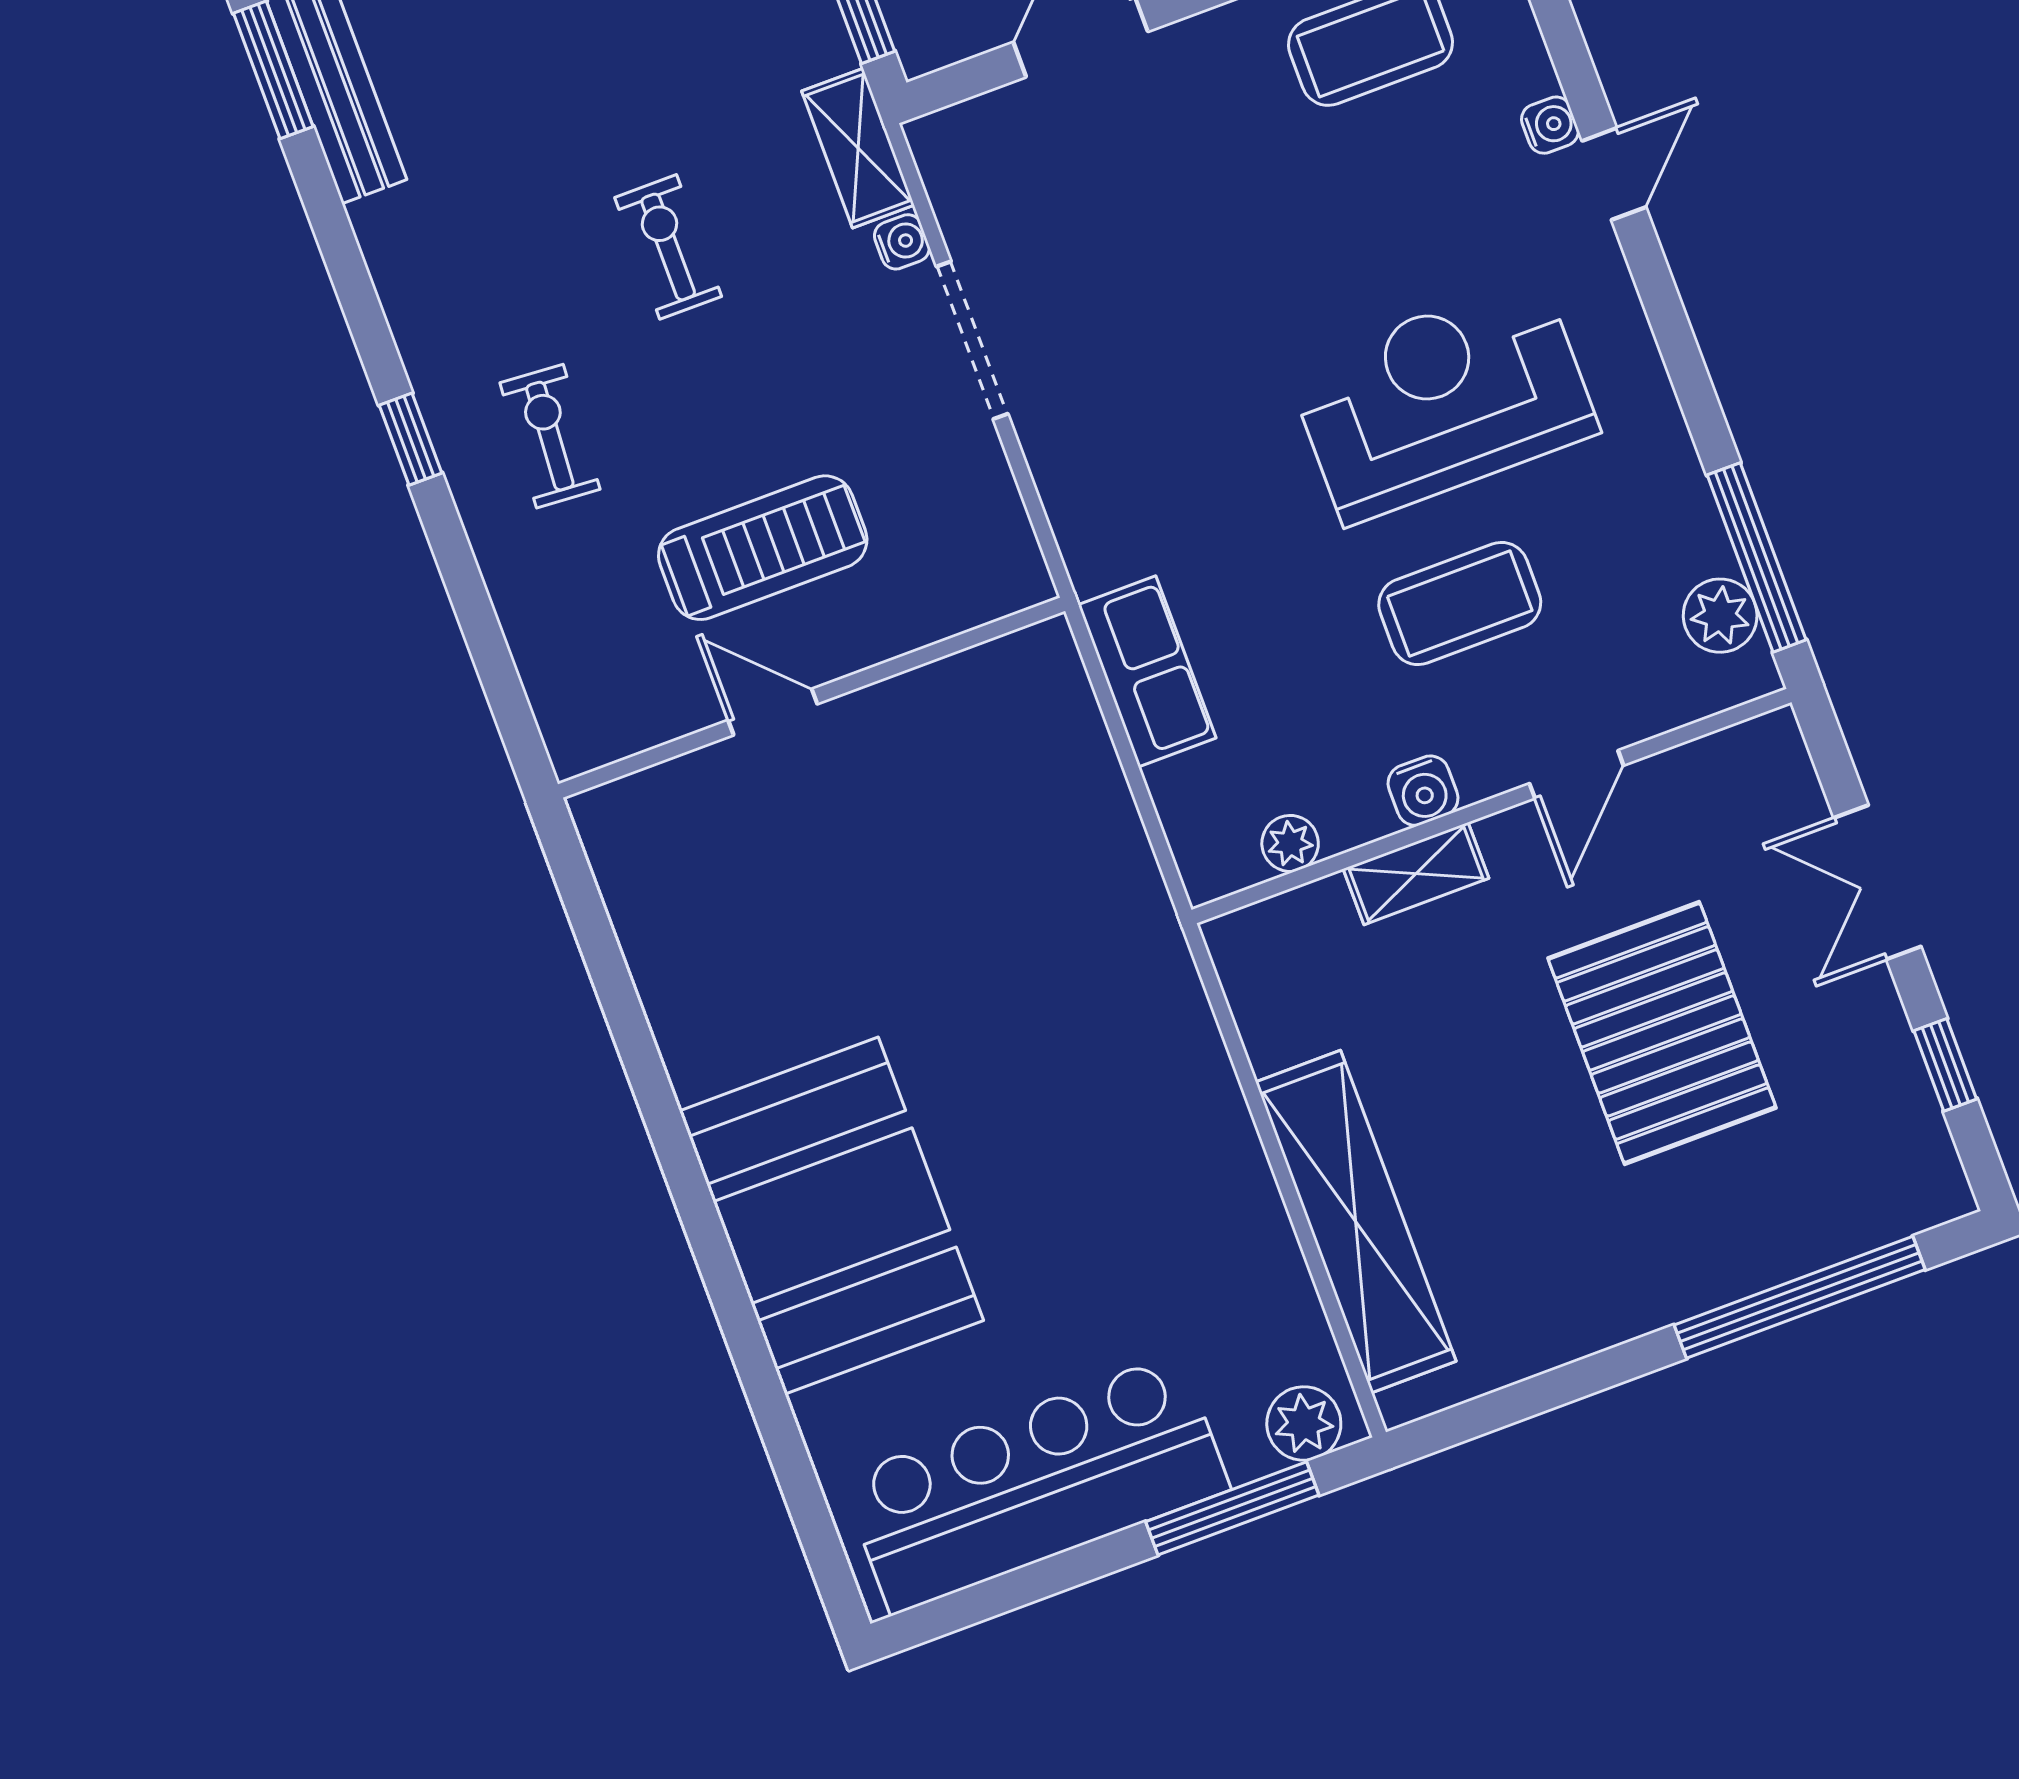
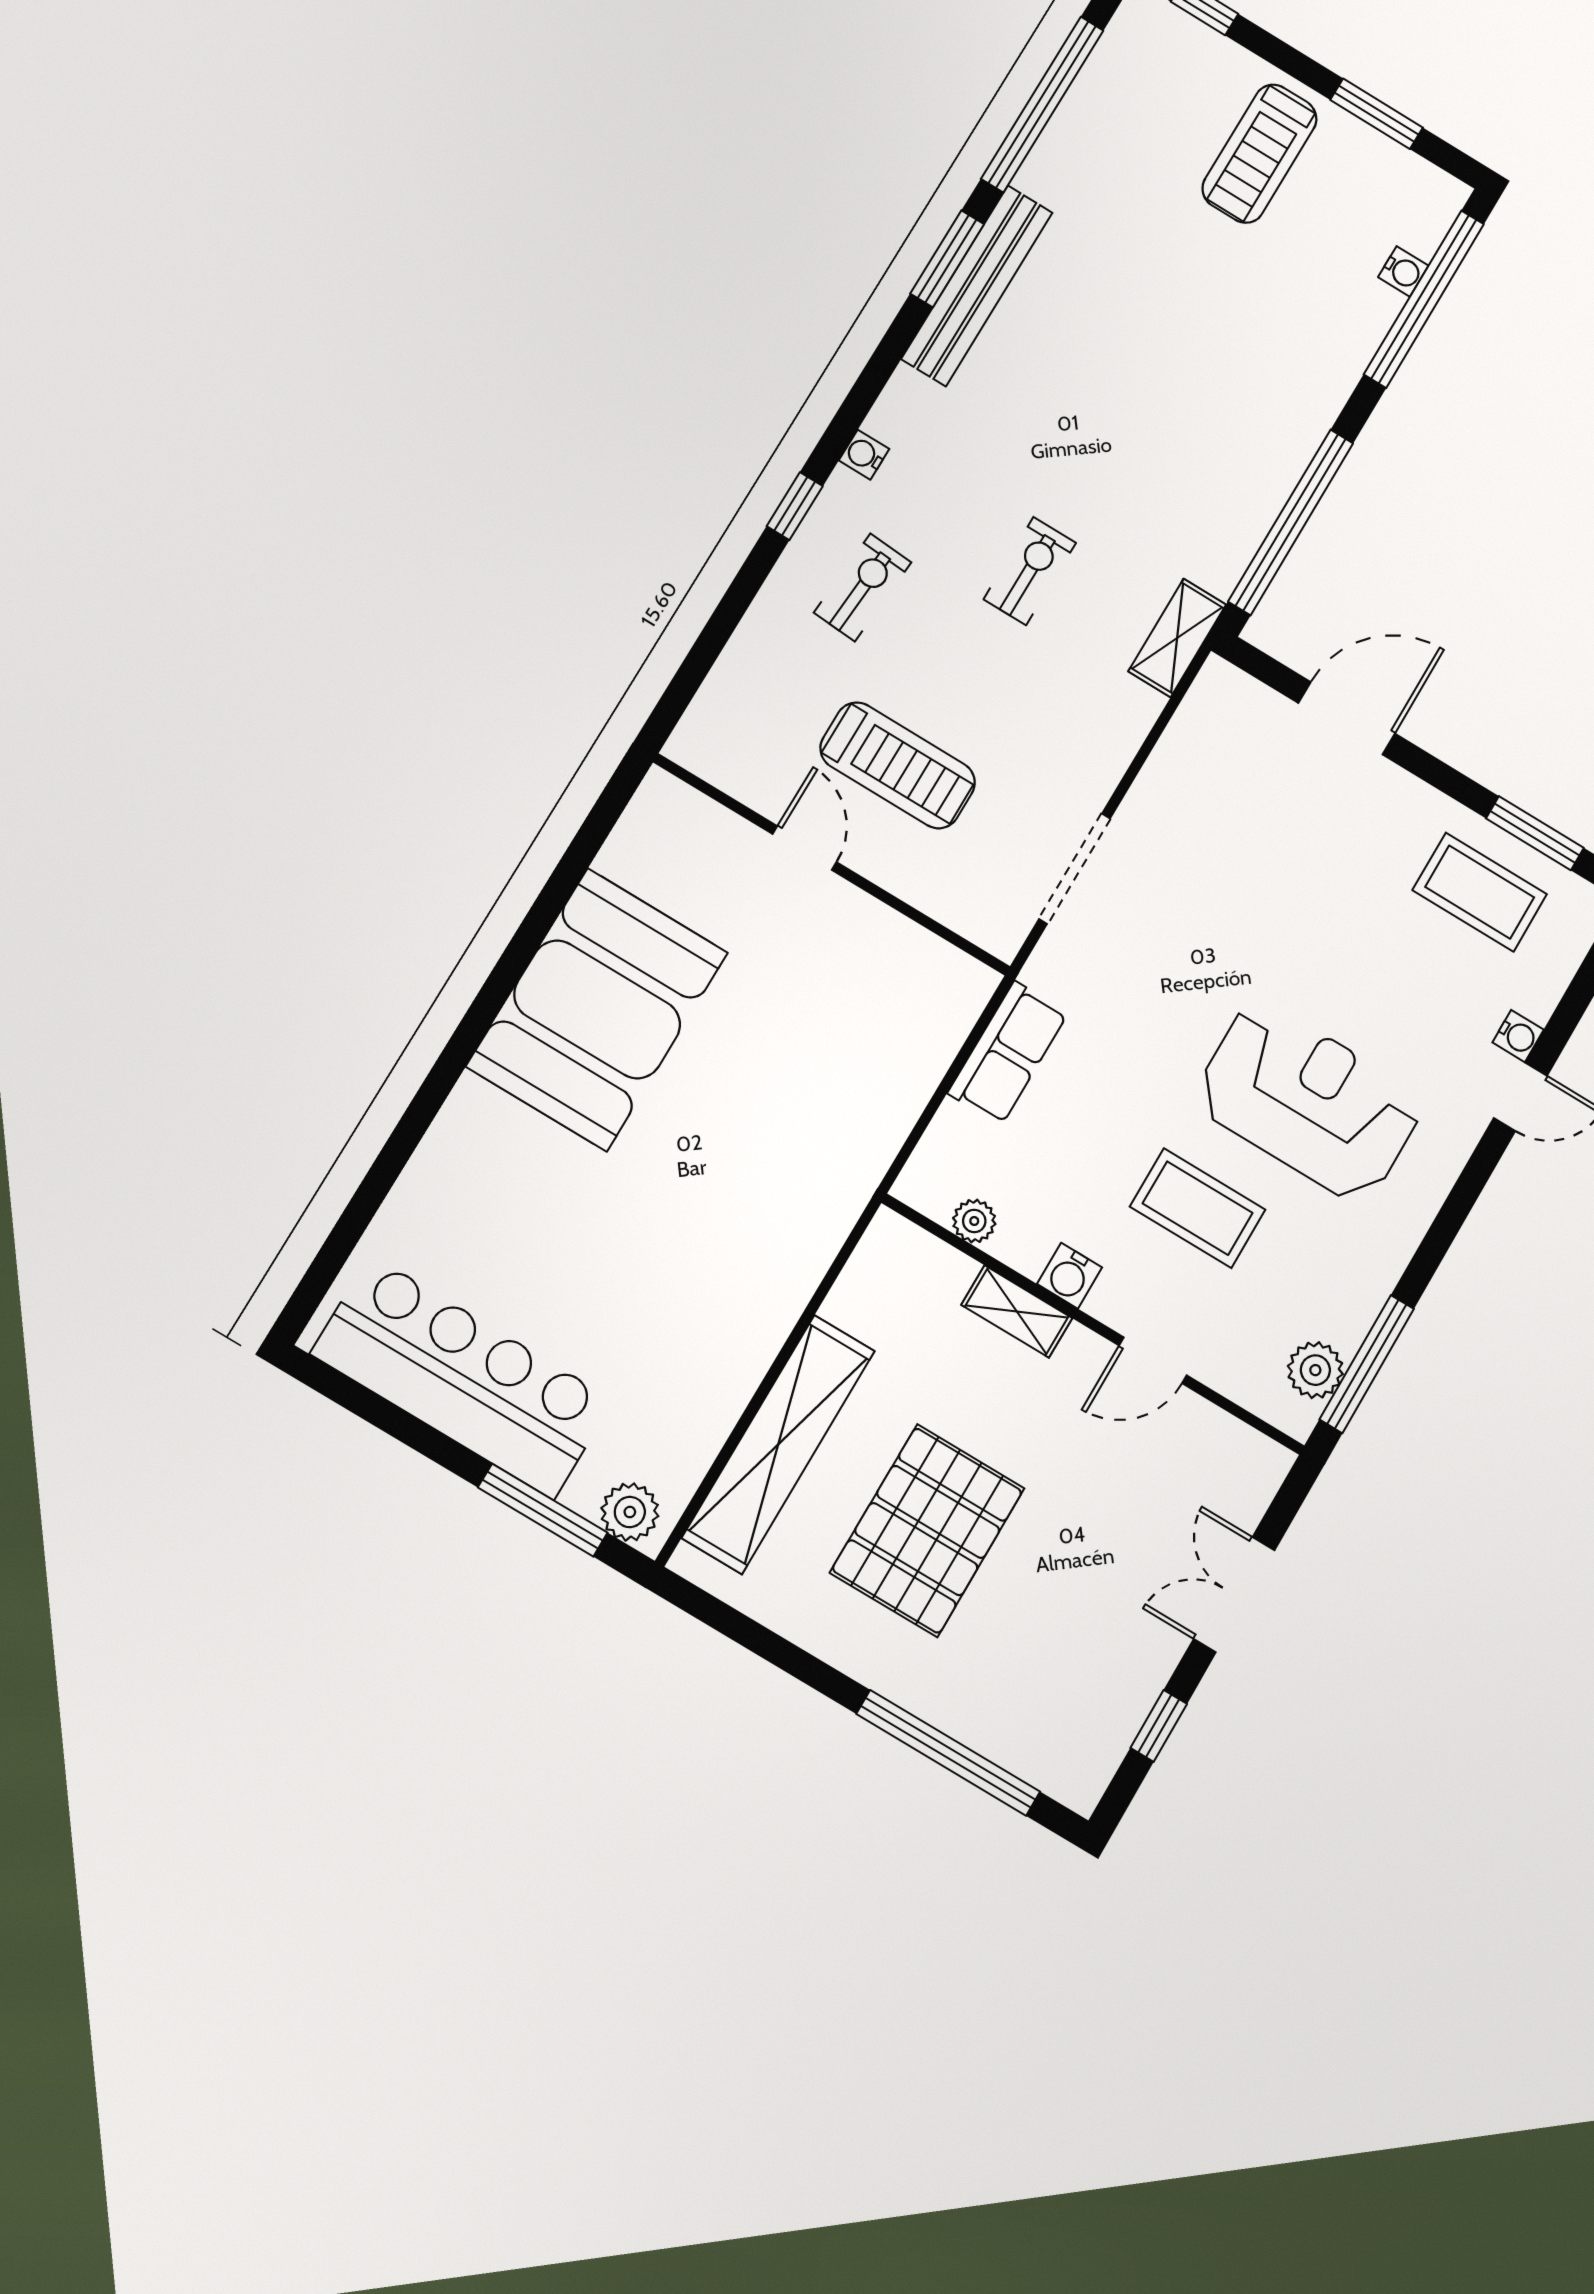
water cooler: (902, 242) -> (864, 455), moved, turned 180
doorway: (972, 340) -> (1075, 869), moved
pallet: (1662, 1033) -> (927, 1531), moved
booth: (831, 1216) -> (597, 1009), moved

